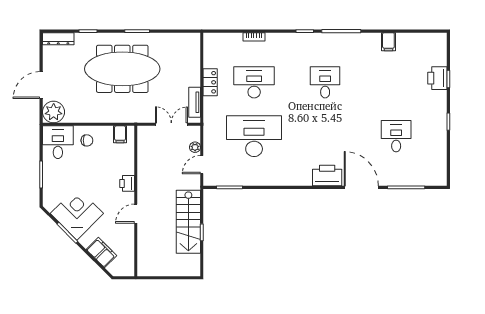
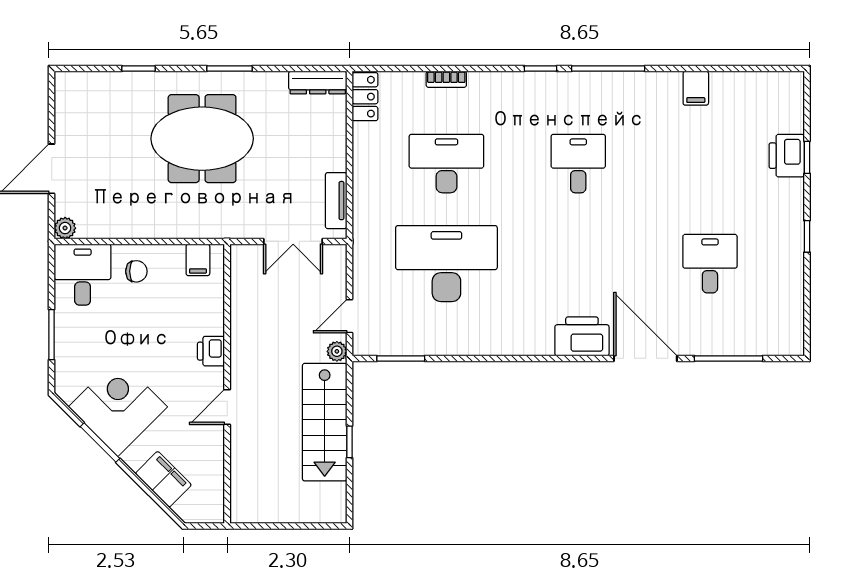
dresser: (58, 39) -> (318, 83), moved
meeting table: (122, 69) -> (202, 139), width x0.73
locker: (210, 82) -> (365, 97), moved
plant: (54, 112) -> (65, 228), width x0.53, depth x0.53
double door: (171, 124) -> (293, 241), swing flipped
plant: (195, 147) -> (337, 351), moved

